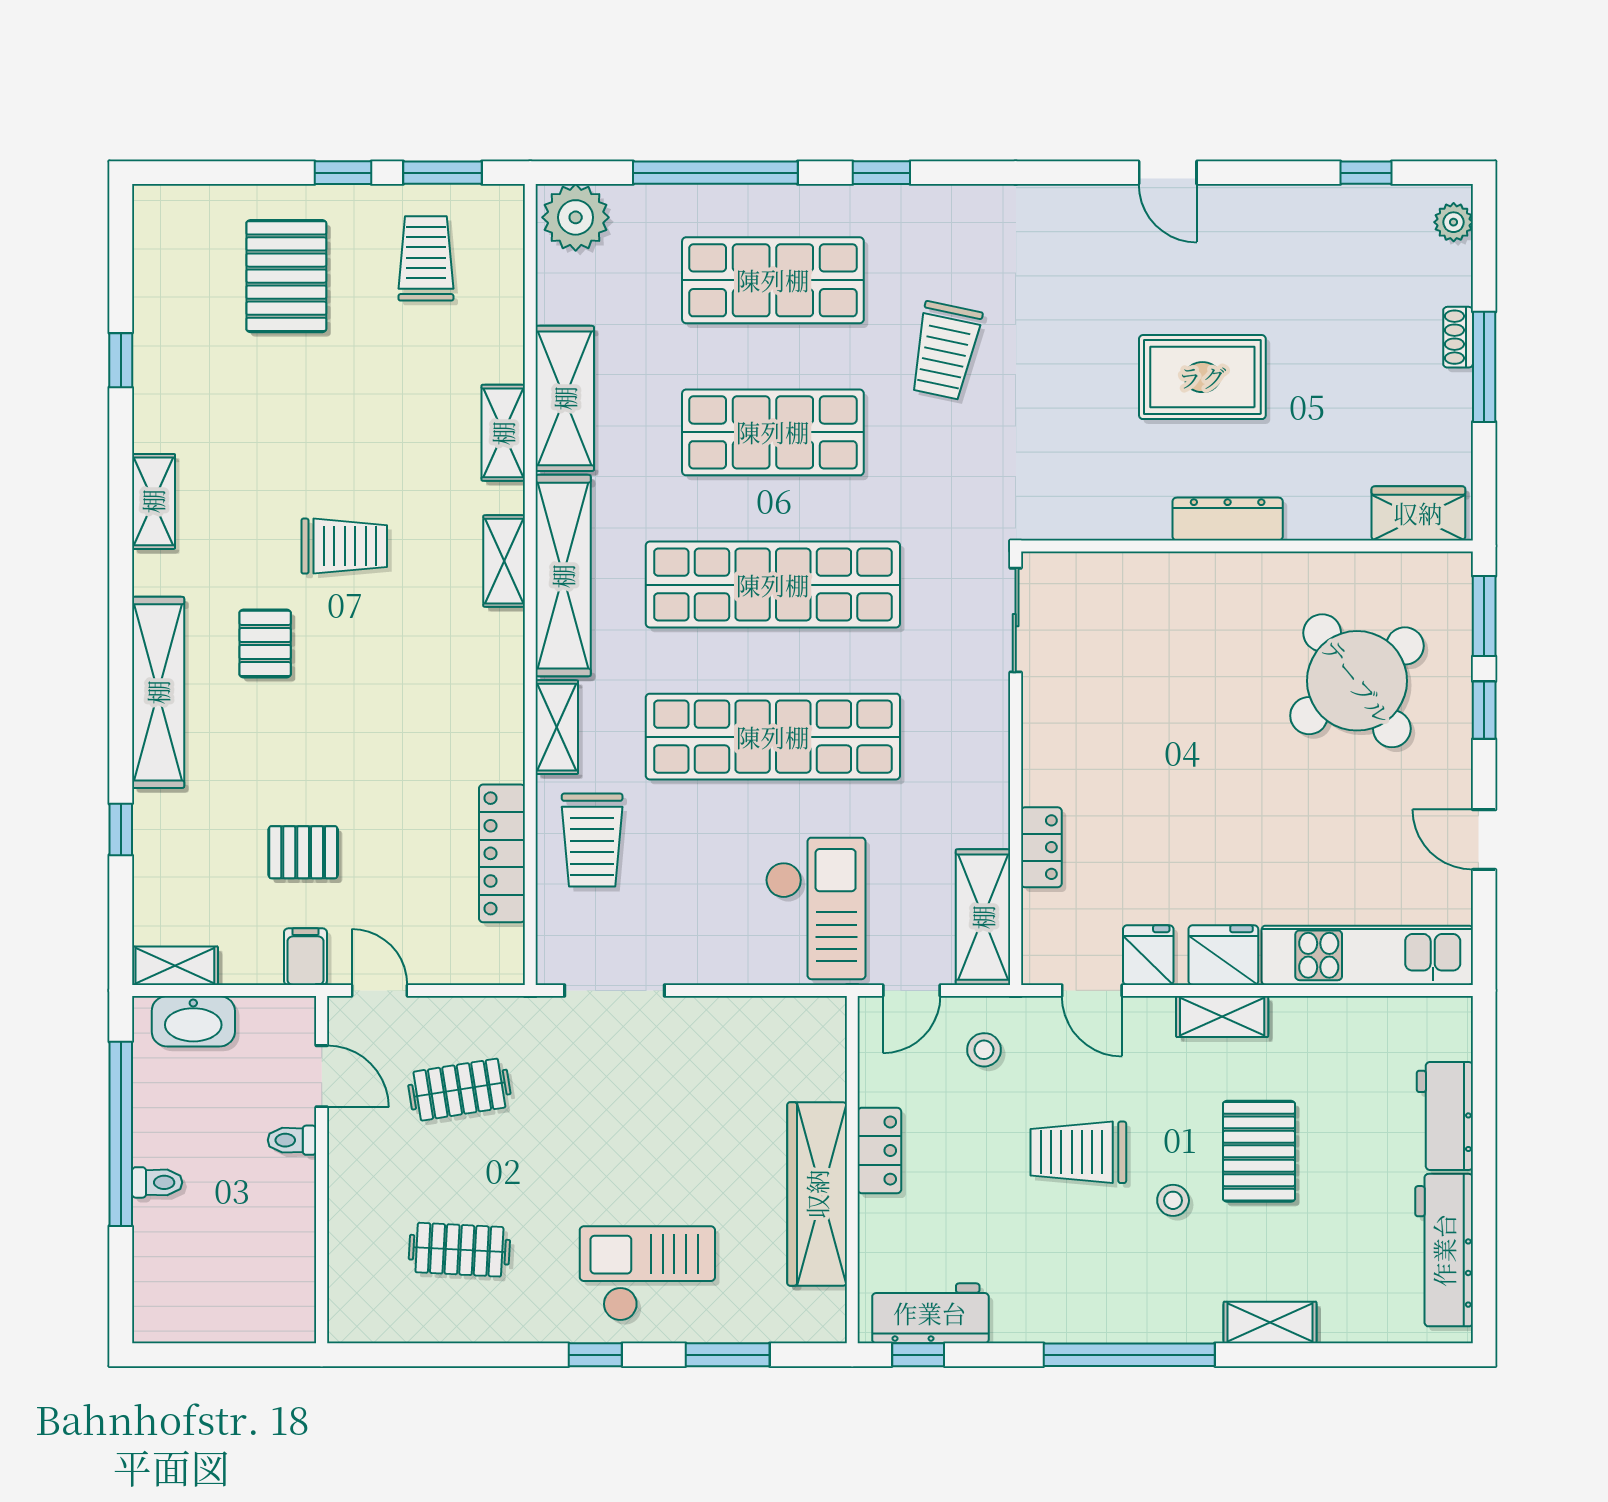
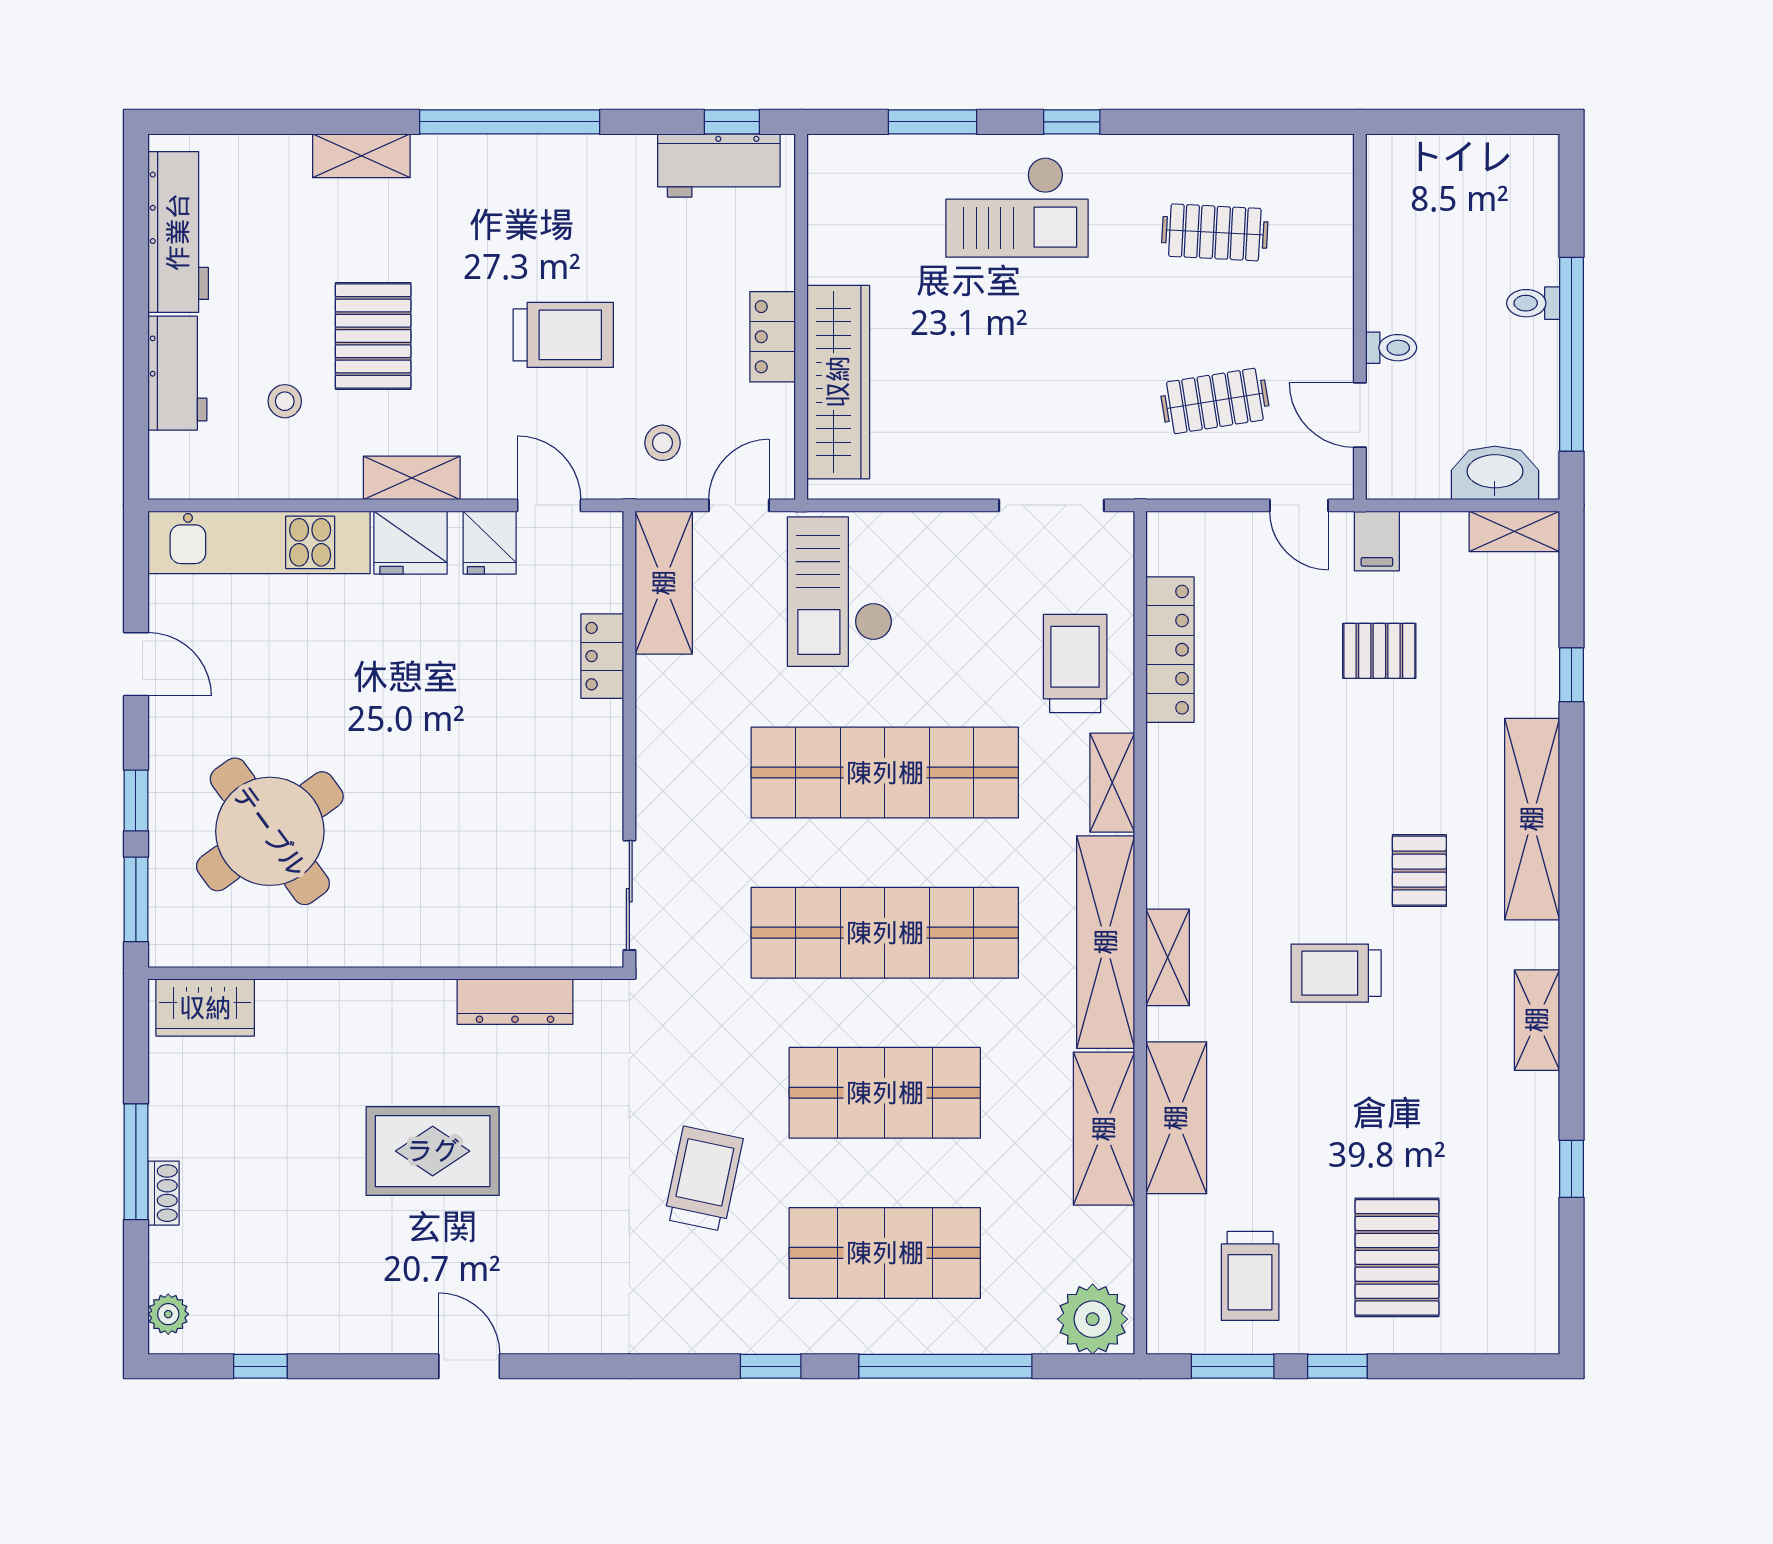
shelving: (503, 433) -> (1176, 1118), width x1.50, depth x1.33
dresser: (1228, 519) -> (515, 1002), moved
wardrobe: (817, 1194) -> (838, 382), moved
stool: (1173, 1200) -> (285, 401), moved

